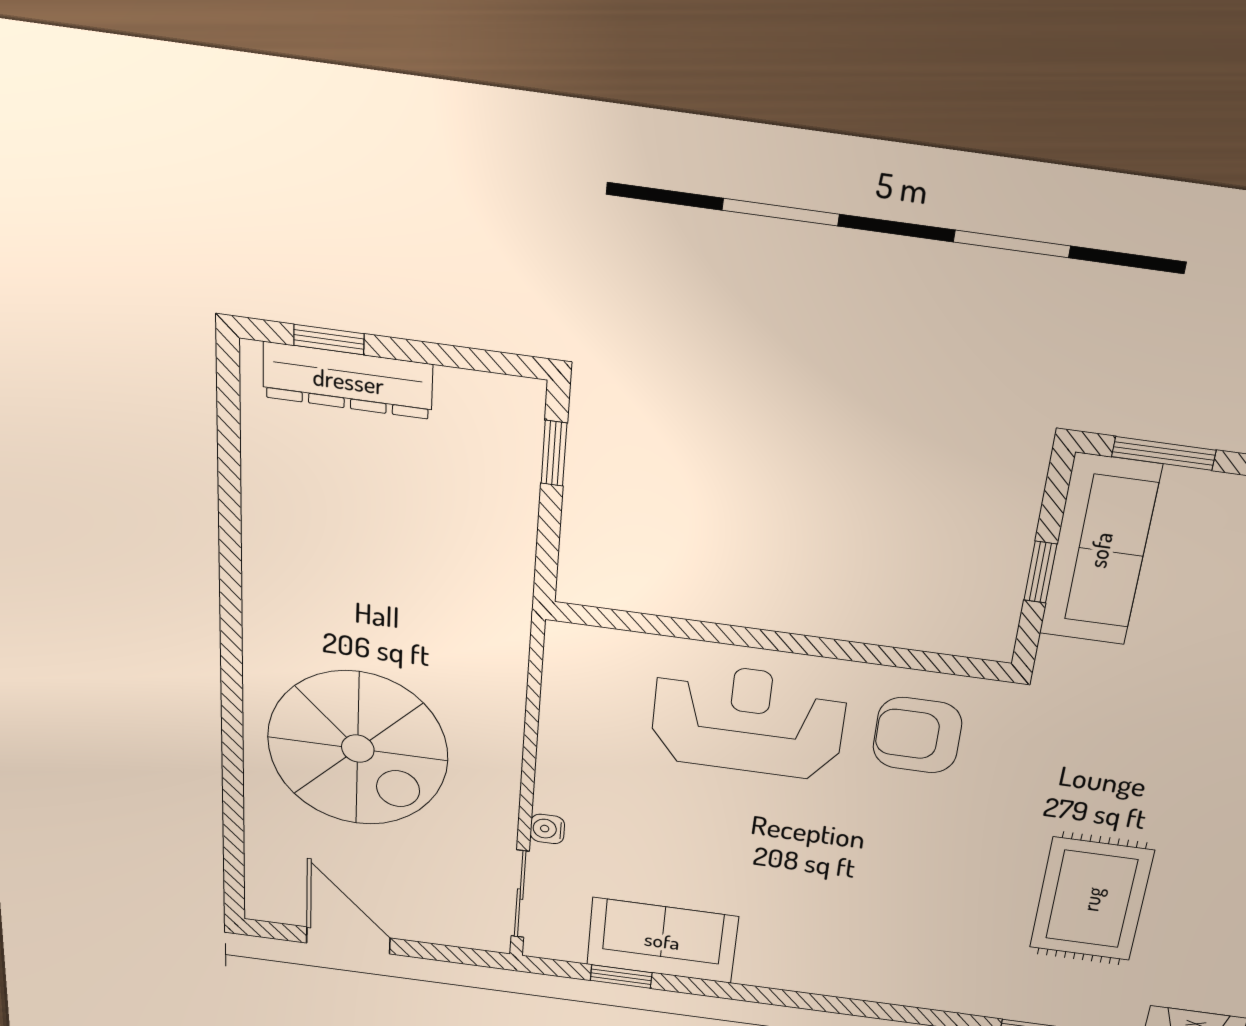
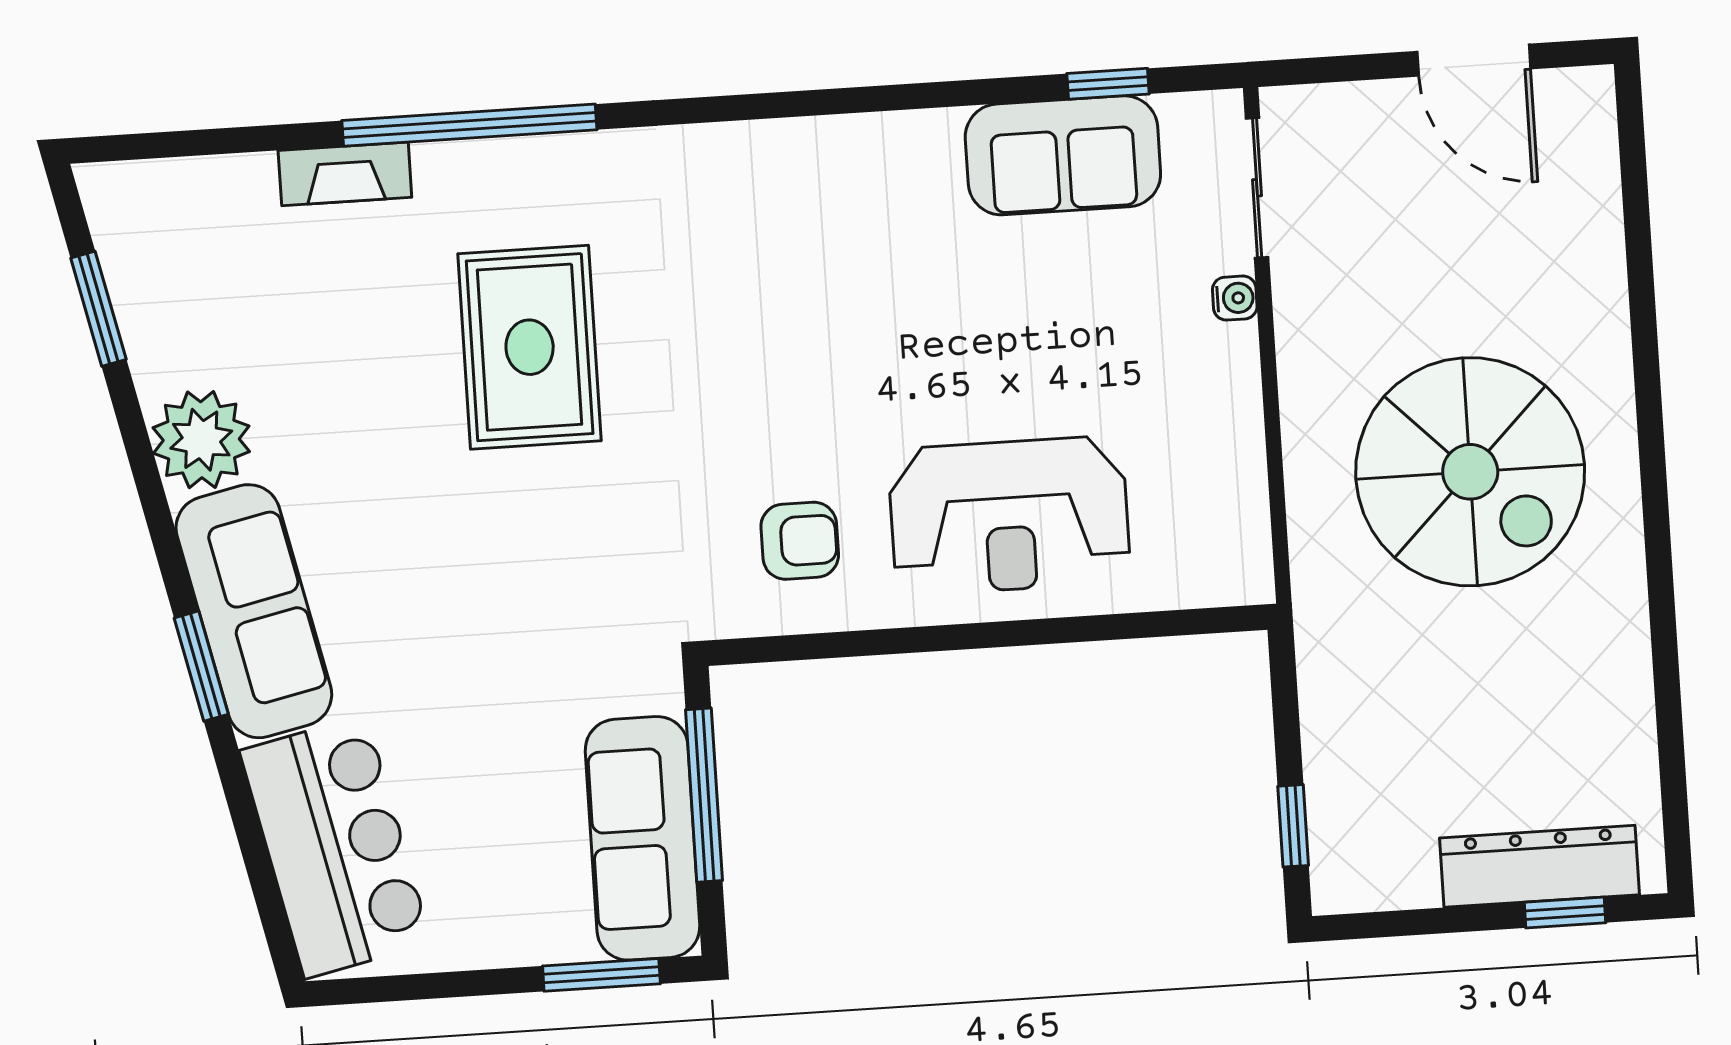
window: (1040, 572) -> (704, 795), width x2.17
armchair: (917, 735) -> (800, 541), width x0.72, depth x0.72
spiral stairs: (358, 749) -> (1470, 472), moved, turned 180

